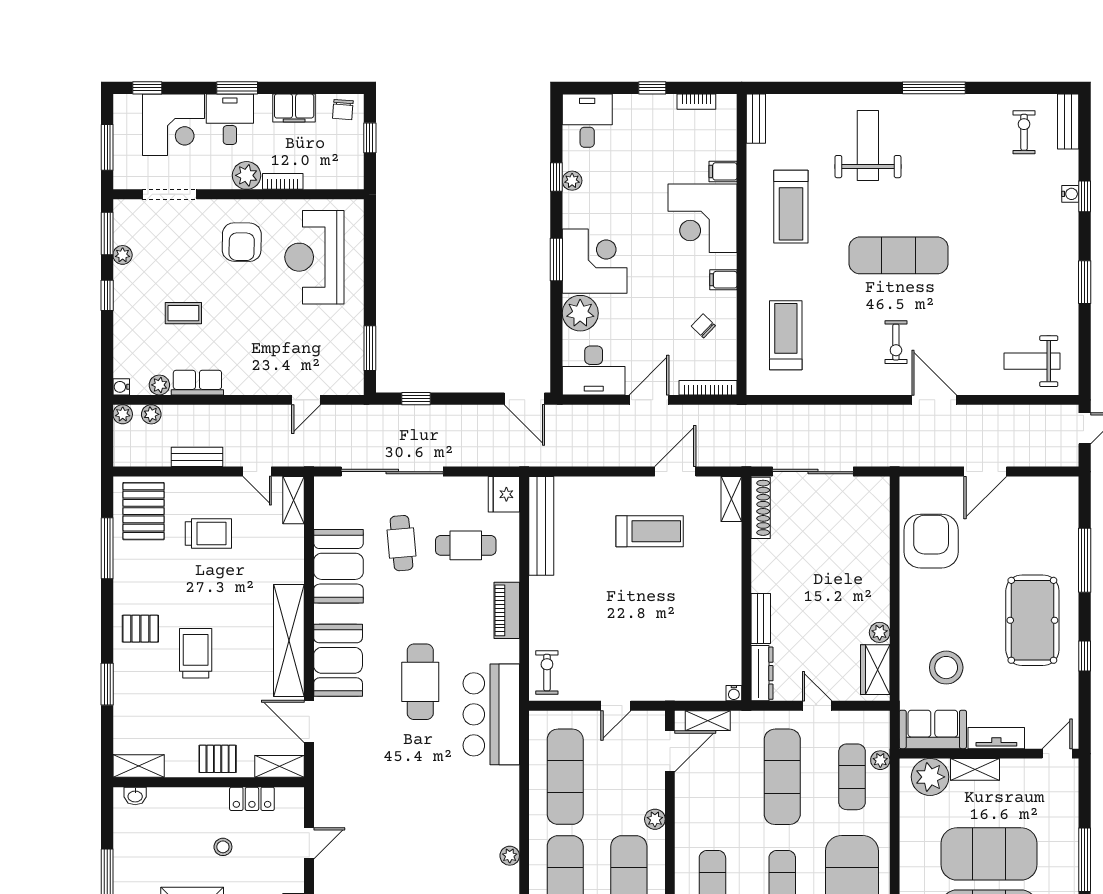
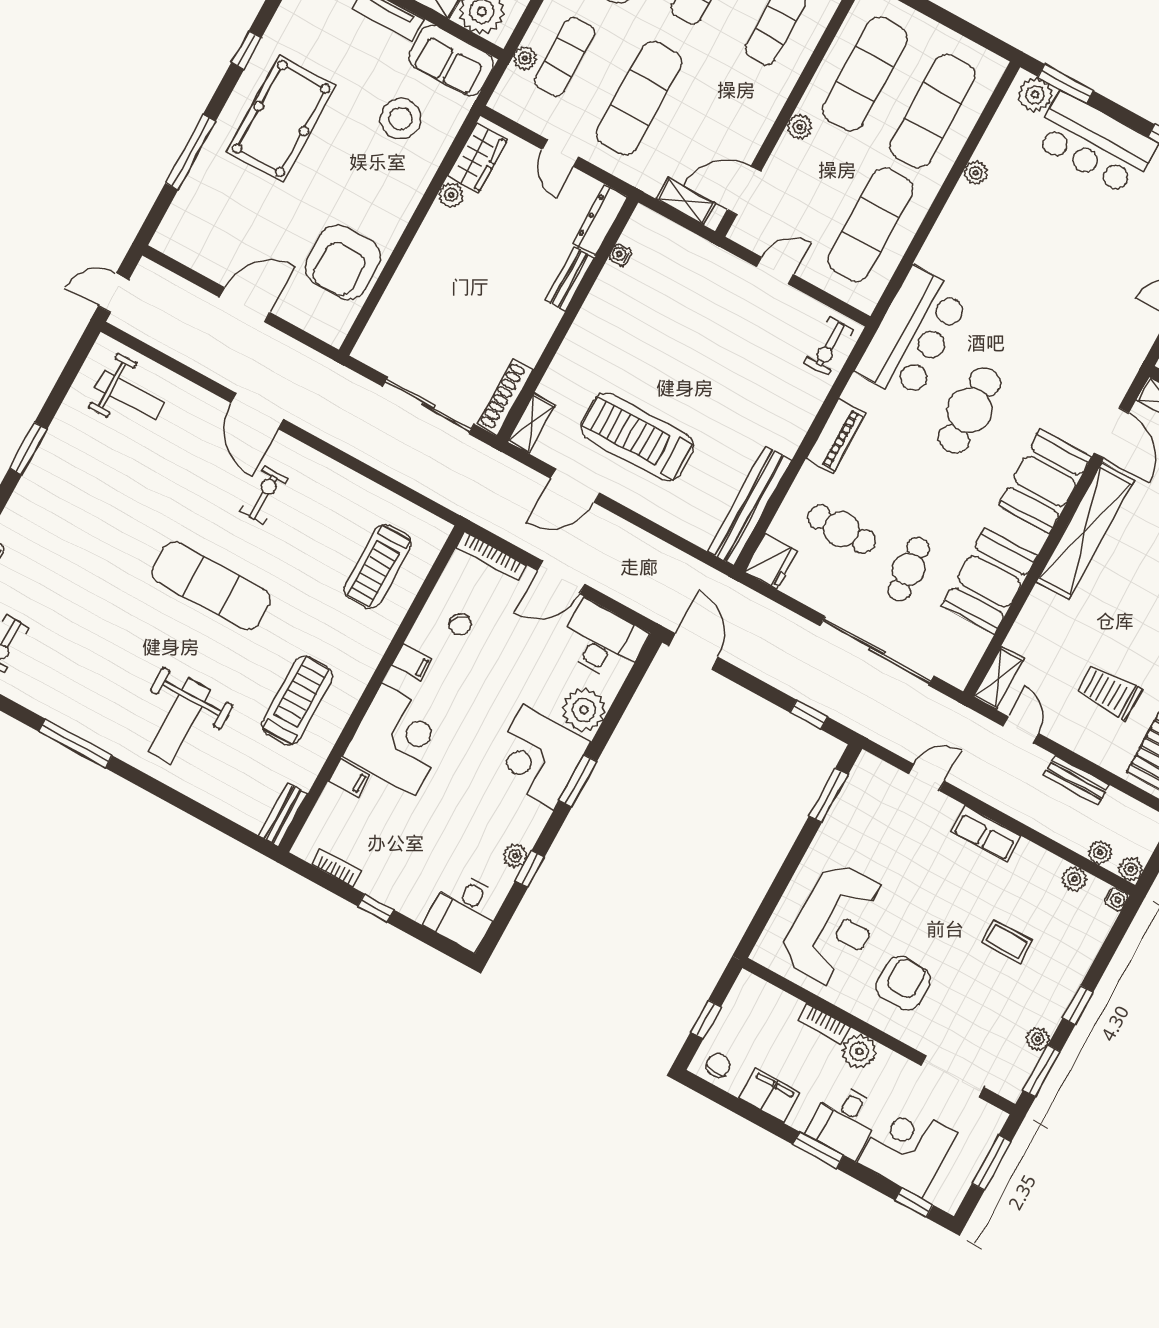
row of seats: (197, 383) -> (986, 834), moved
treadmill: (650, 531) -> (637, 437), width x1.37, depth x1.38
water cooler: (734, 693) -> (620, 255), moved, turned -90

